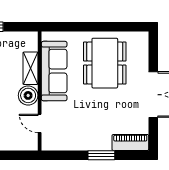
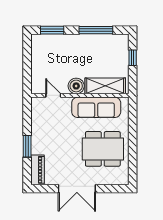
shelving: (30, 68) -> (105, 86), width x1.50, depth x1.33
door: (40, 123) -> (53, 95), hinge flipped

